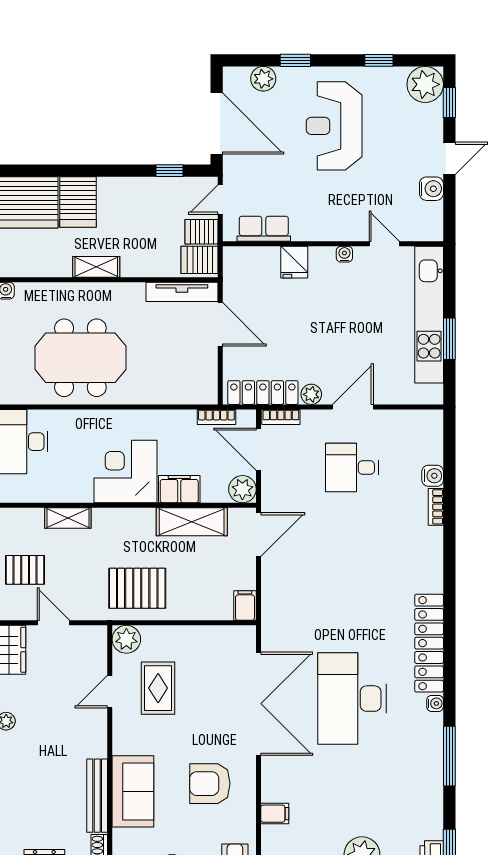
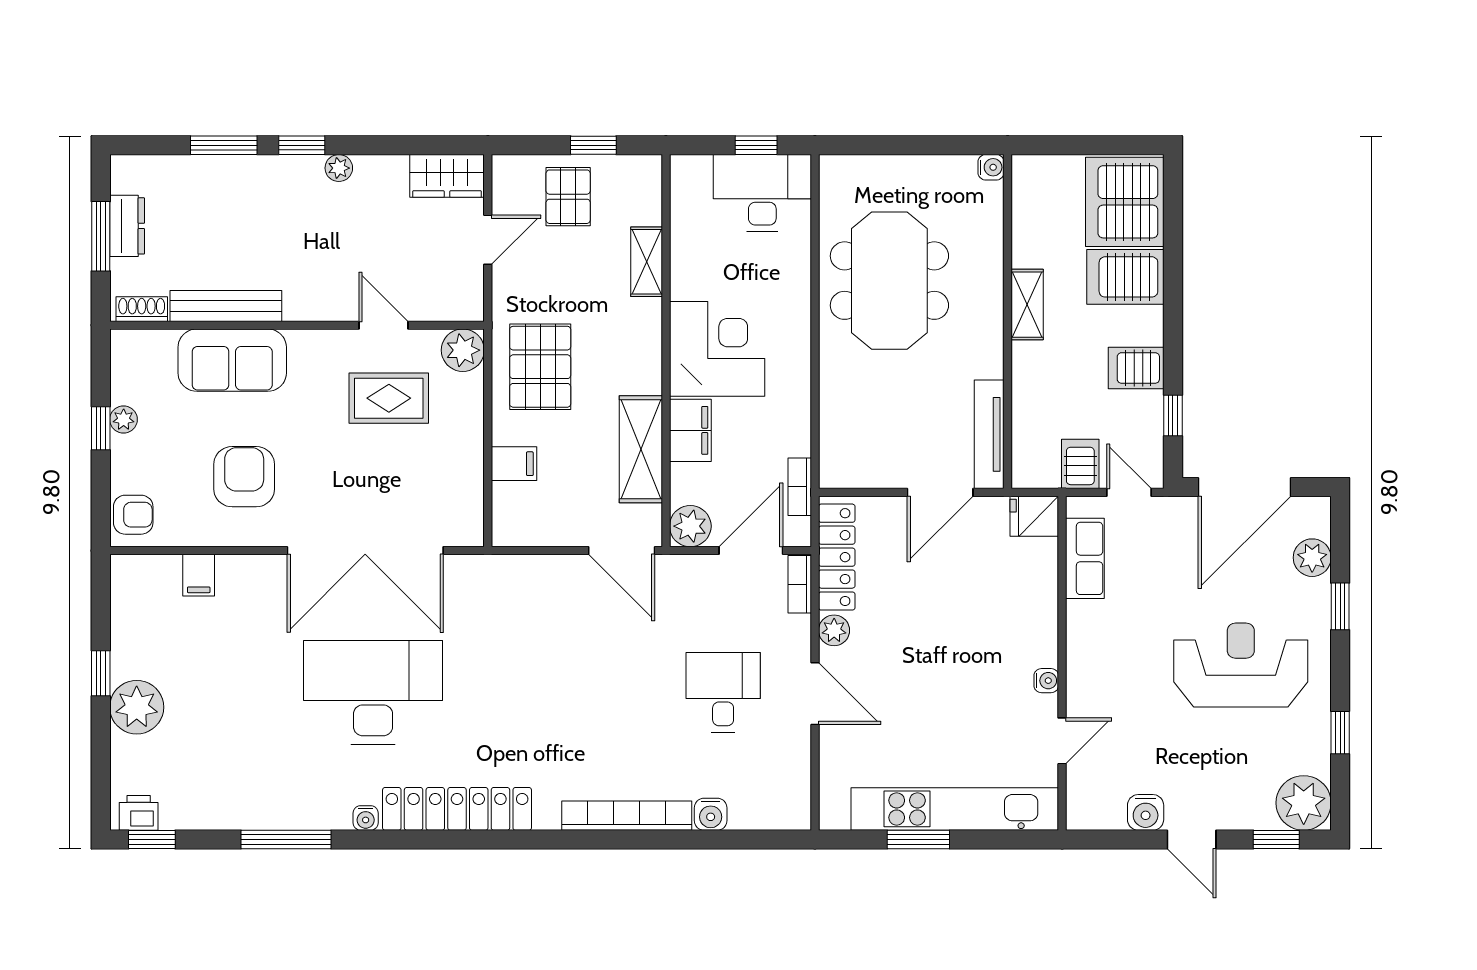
server rack: (199, 260) -> (1136, 368), moved, turned -90
fridge: (294, 262) -> (1034, 516), moved
bookcase: (436, 507) -> (627, 816), width x2.31, depth x1.31
filing cabinet: (245, 605) -> (514, 464), moved

